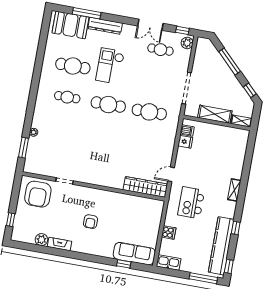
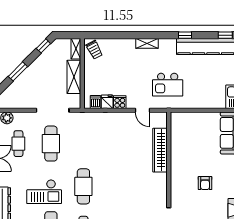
window: (230, 62) -> (18, 71), width x0.69
cafe table: (149, 112) -> (51, 144), moved
trolley: (237, 138) -> (94, 50), added
wardrobe: (145, 187) -> (160, 150), moved
armchair: (91, 222) -> (205, 183), turned 90
cooker: (169, 232) -> (120, 102), moved

